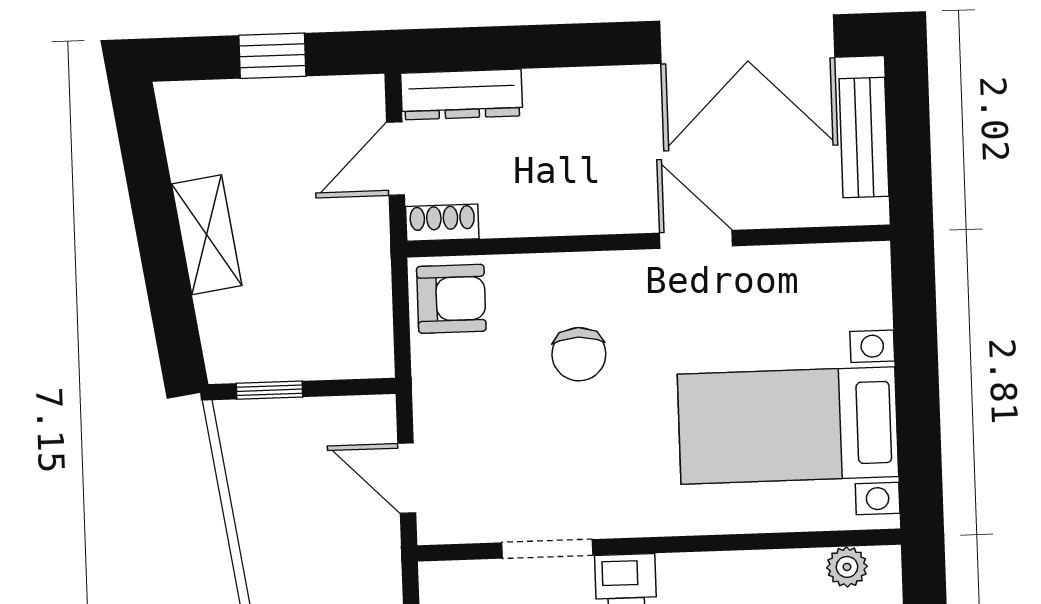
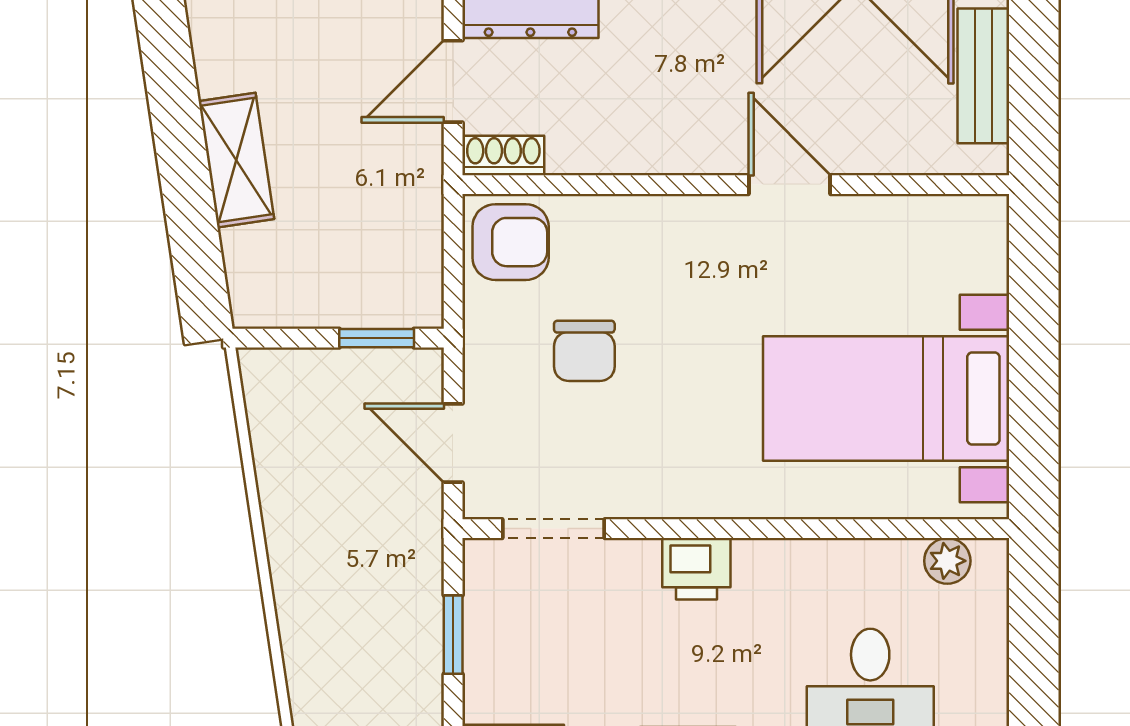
chair: (579, 354) -> (584, 351), moved
window: (270, 390) -> (377, 338), moved
doorway: (547, 549) -> (554, 529), moved

